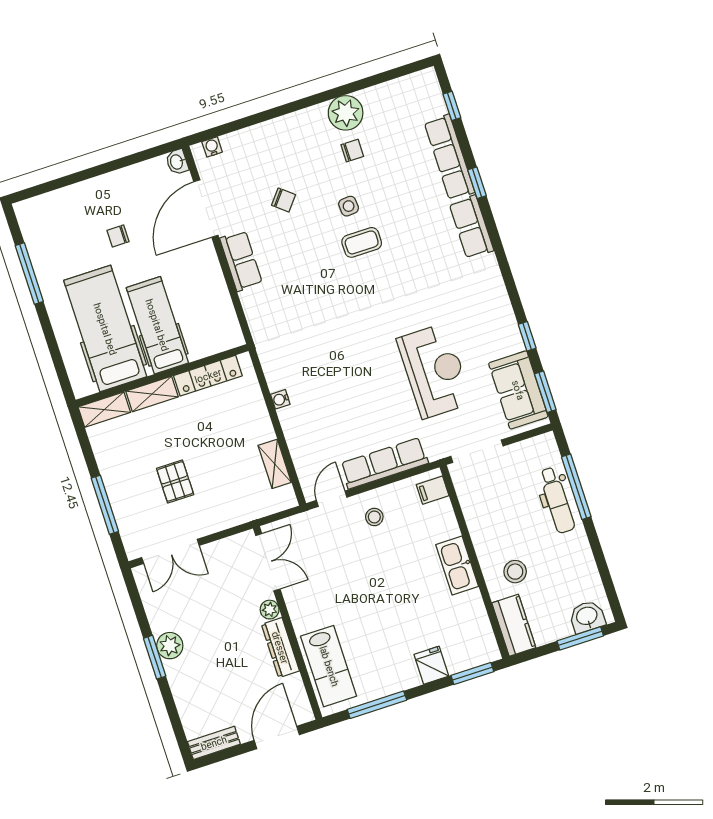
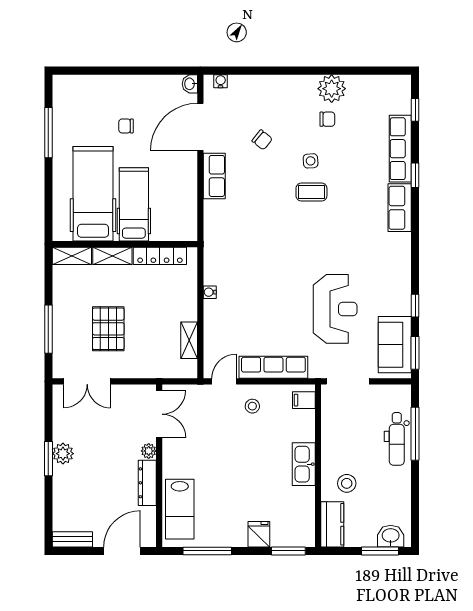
pallet: (175, 481) -> (108, 329), width x1.50, depth x1.42

